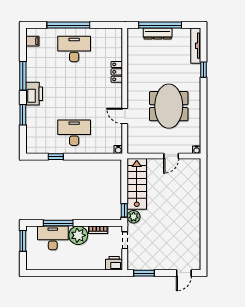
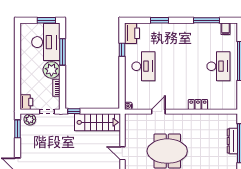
window: (23, 76) -> (207, 20), moved
printer: (34, 94) -> (132, 33), moved, turned -90
plant: (134, 217) -> (30, 119), moved
desk: (53, 238) -> (46, 42), width x1.36, depth x1.30

